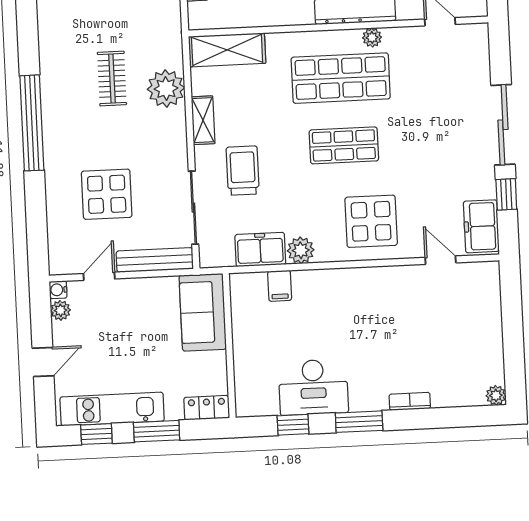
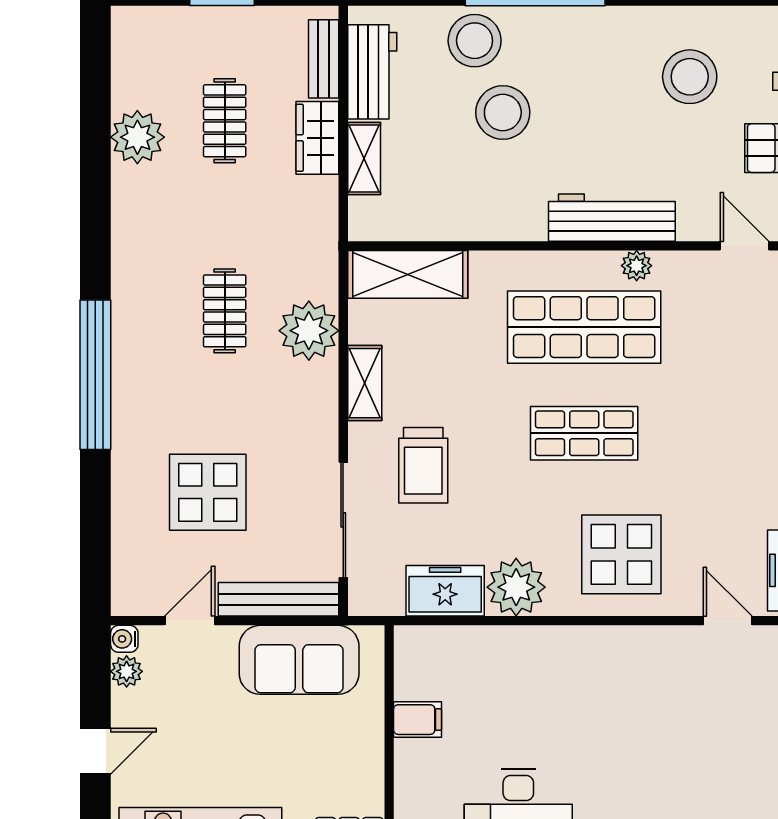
trolley: (243, 171) -> (423, 465), turned 180
plant: (301, 250) -> (516, 587), width x1.36, depth x1.36
filing cabinet: (280, 286) -> (417, 720), moved, turned -90
sofa: (203, 312) -> (299, 660), moved, turned -90

